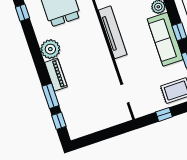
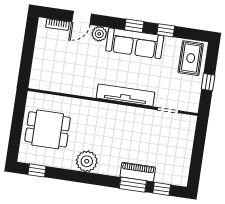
tv unit: (113, 32) -> (126, 95), moved
piano: (56, 75) -> (138, 172), moved

